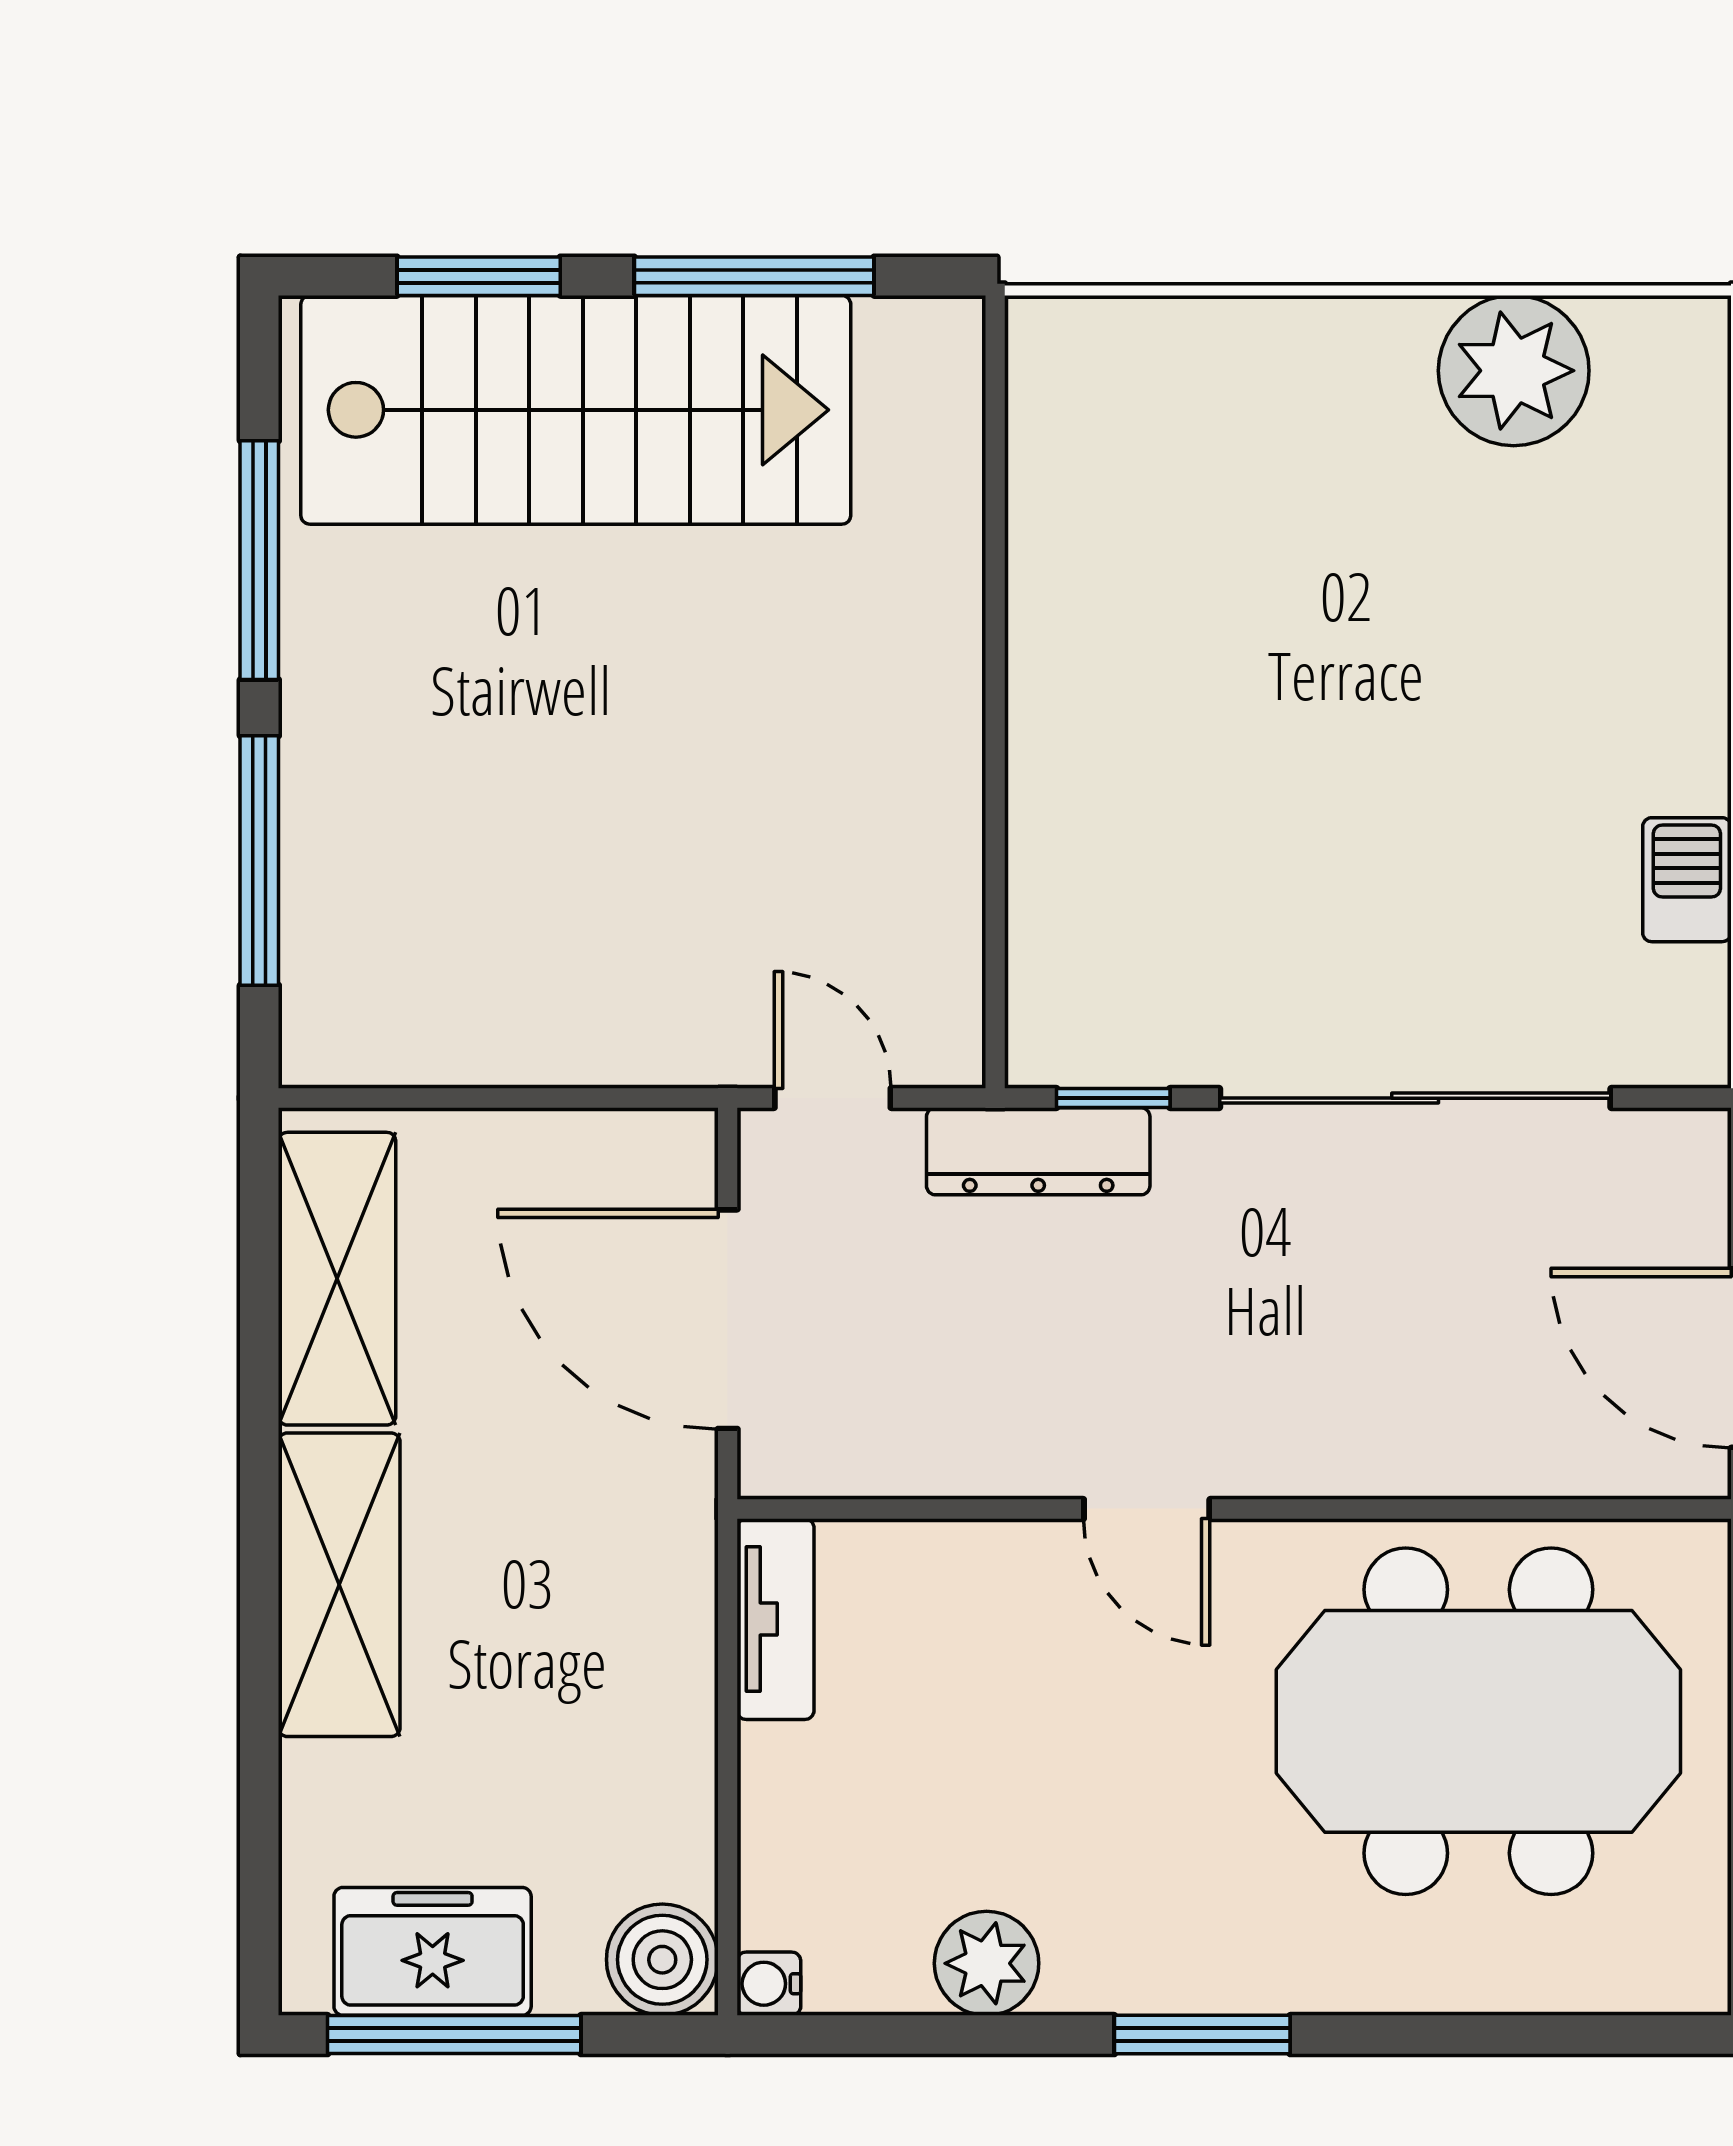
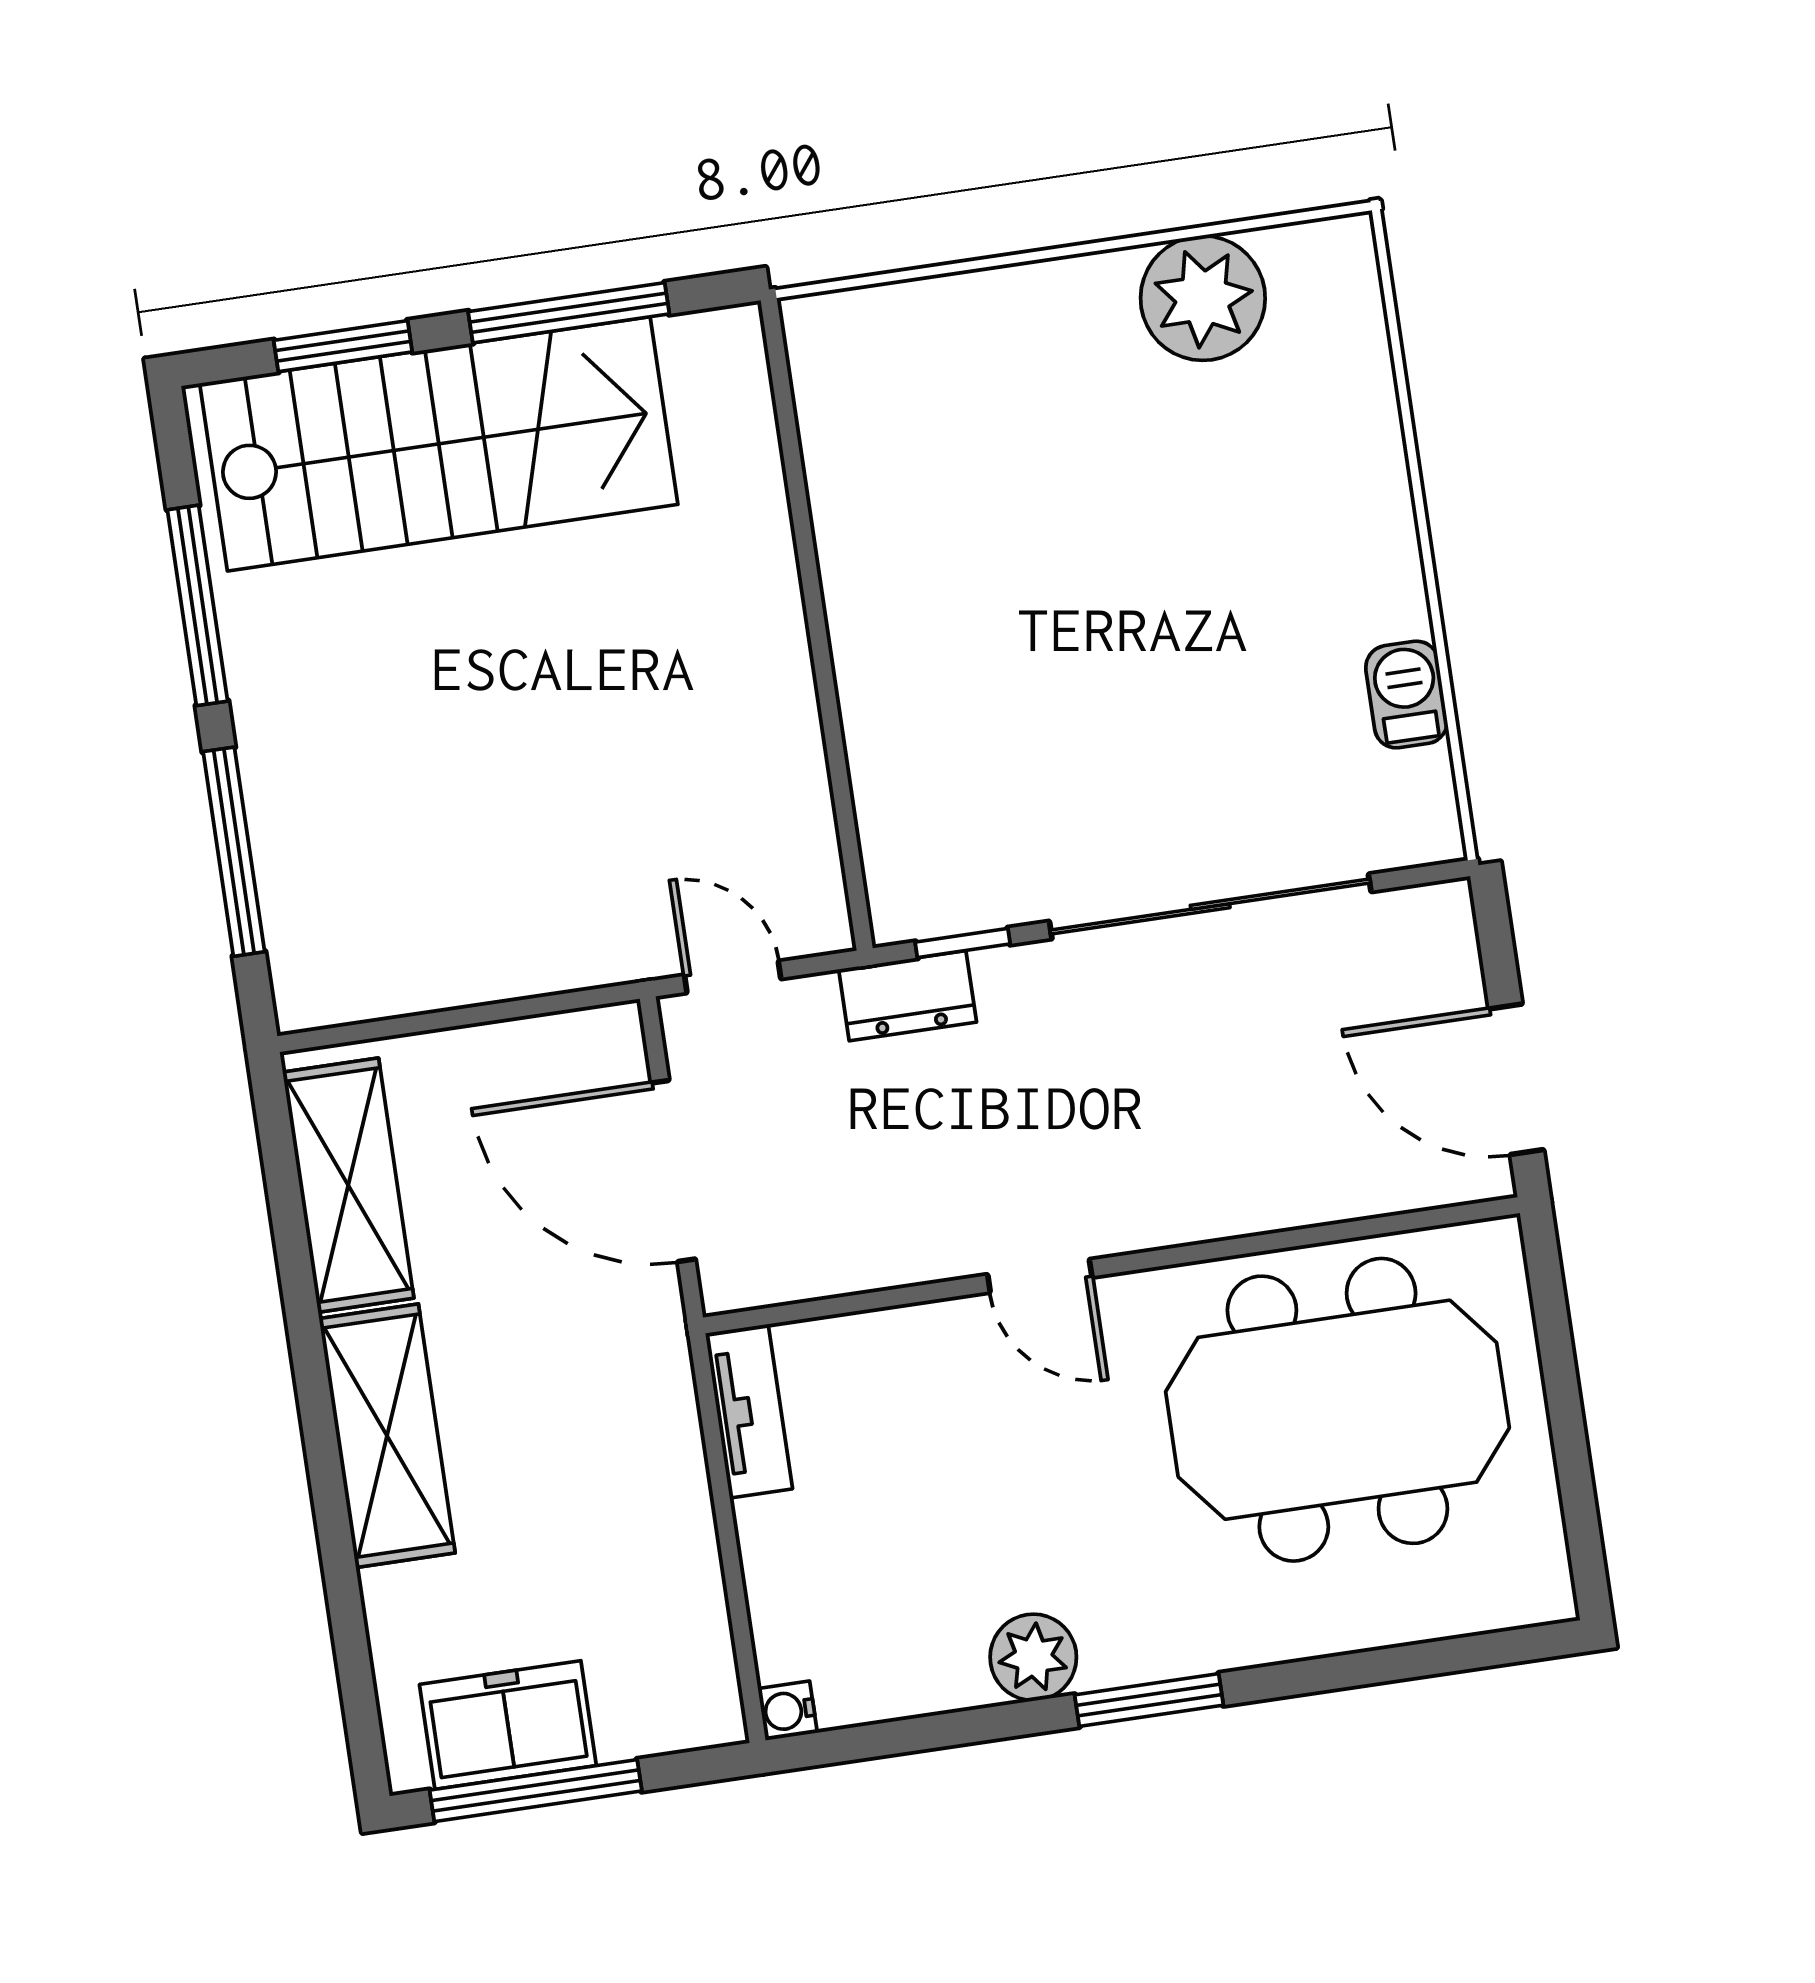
dresser: (1038, 1151) -> (908, 996), width x0.70
boiler: (662, 1960) -> (697, 1704), removed
plant: (987, 1963) -> (1033, 1657), moved

